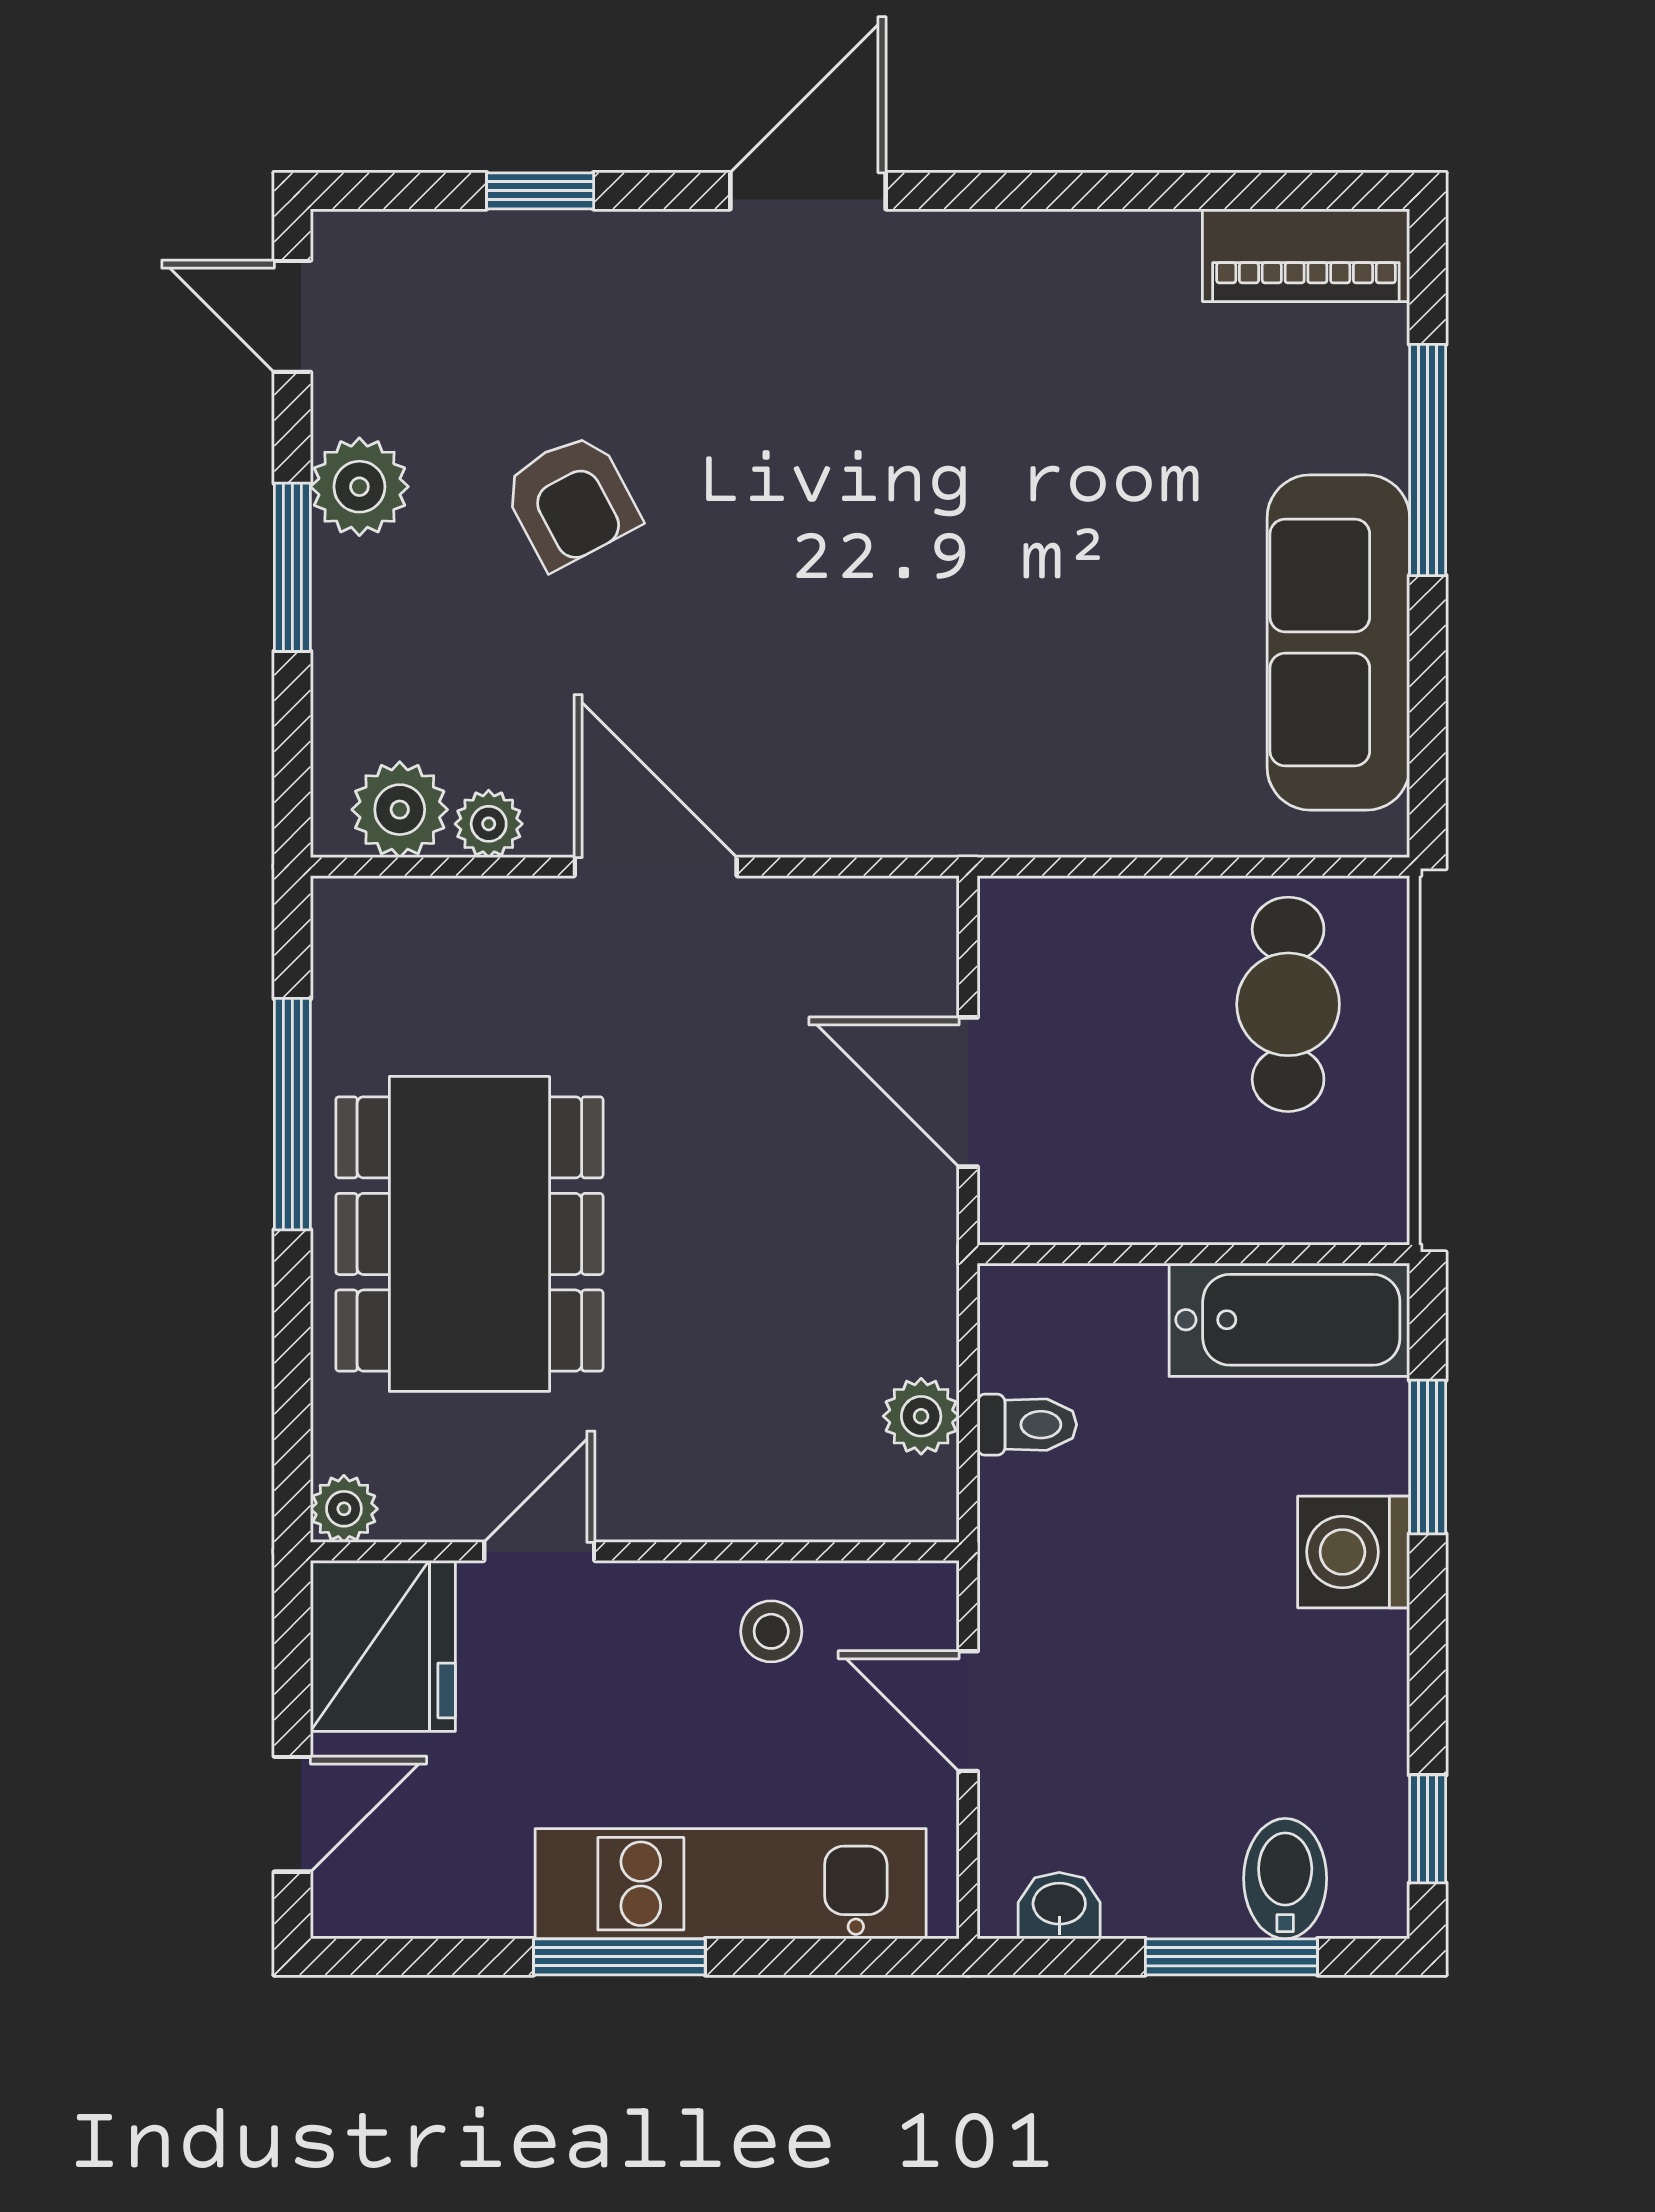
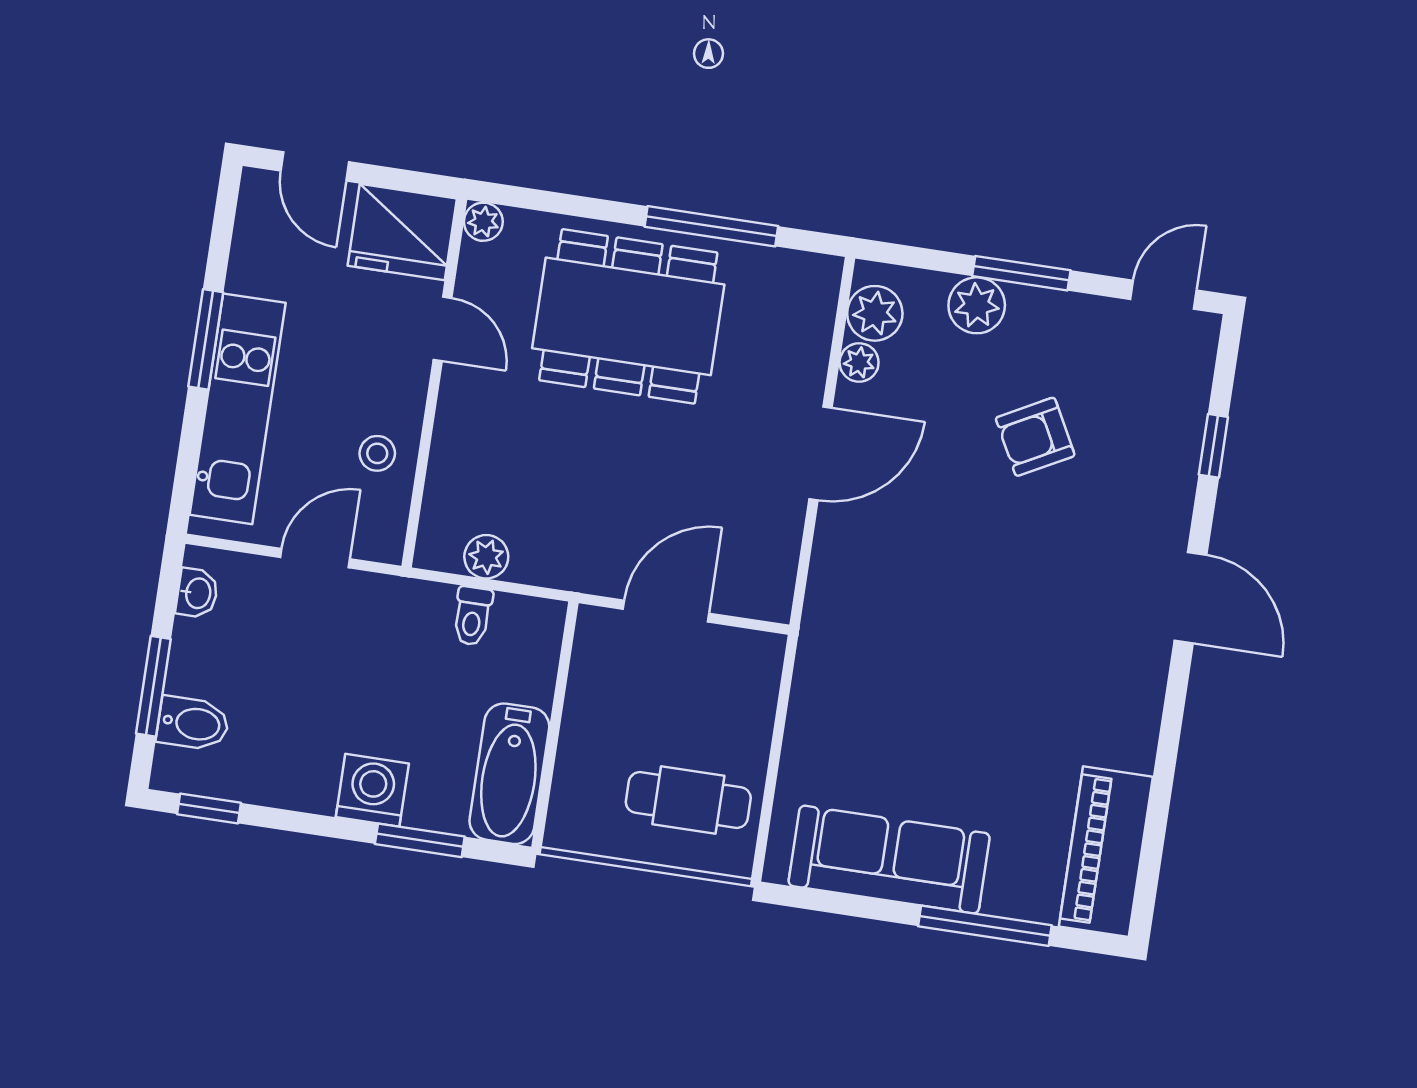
piano: (1306, 255) -> (1106, 852), width x1.37, depth x1.33
plant: (359, 487) -> (977, 305), moved

